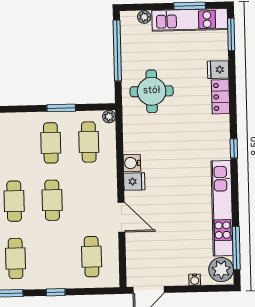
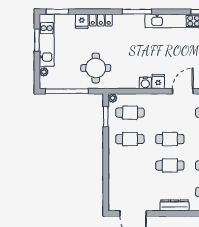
window: (61, 108) -> (106, 117), moved
window: (234, 148) -> (137, 12), width x2.17

